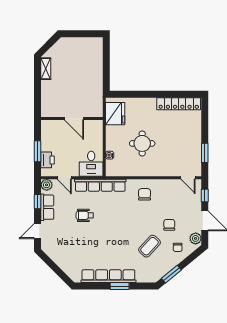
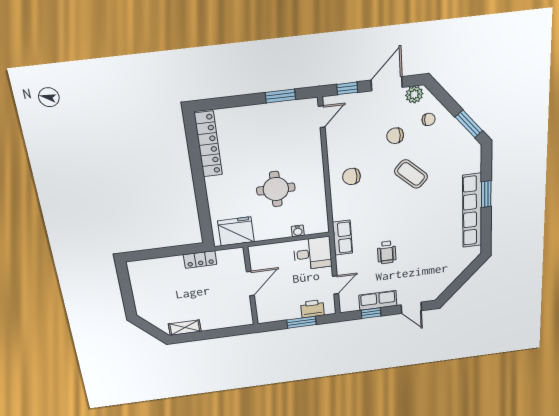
locker: (98, 87) -> (200, 259), added
plant: (47, 185) -> (347, 305), removed
row of seats: (100, 185) -> (343, 238), width x0.50
coffee table: (150, 246) -> (411, 174), moved

